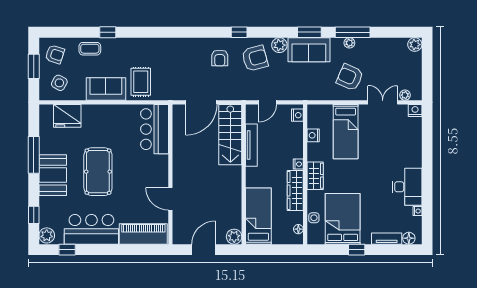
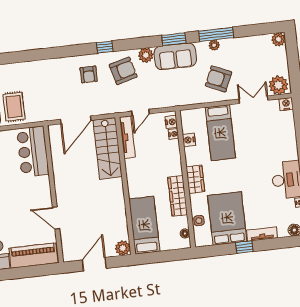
plant: (405, 95) -> (278, 85), width x1.88, depth x1.88
tv unit: (251, 145) -> (127, 137), moved
nightstand: (298, 164) -> (173, 134), moved
tv unit: (387, 239) -> (262, 234), moved

